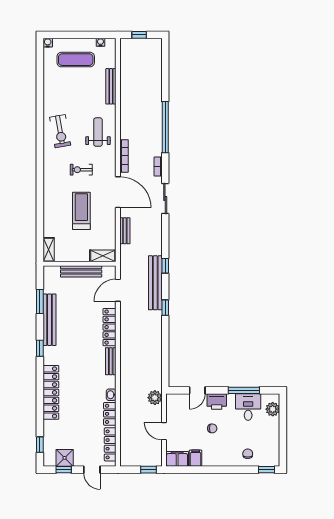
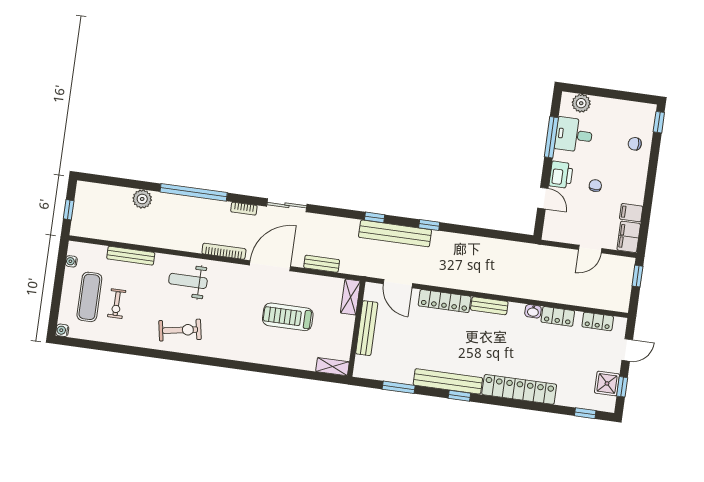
exercise bike: (81, 170) -> (117, 304), moved
bench: (50, 320) -> (448, 381), moved
plant: (155, 398) -> (142, 199), moved
locker: (110, 444) -> (598, 321), width x0.66

